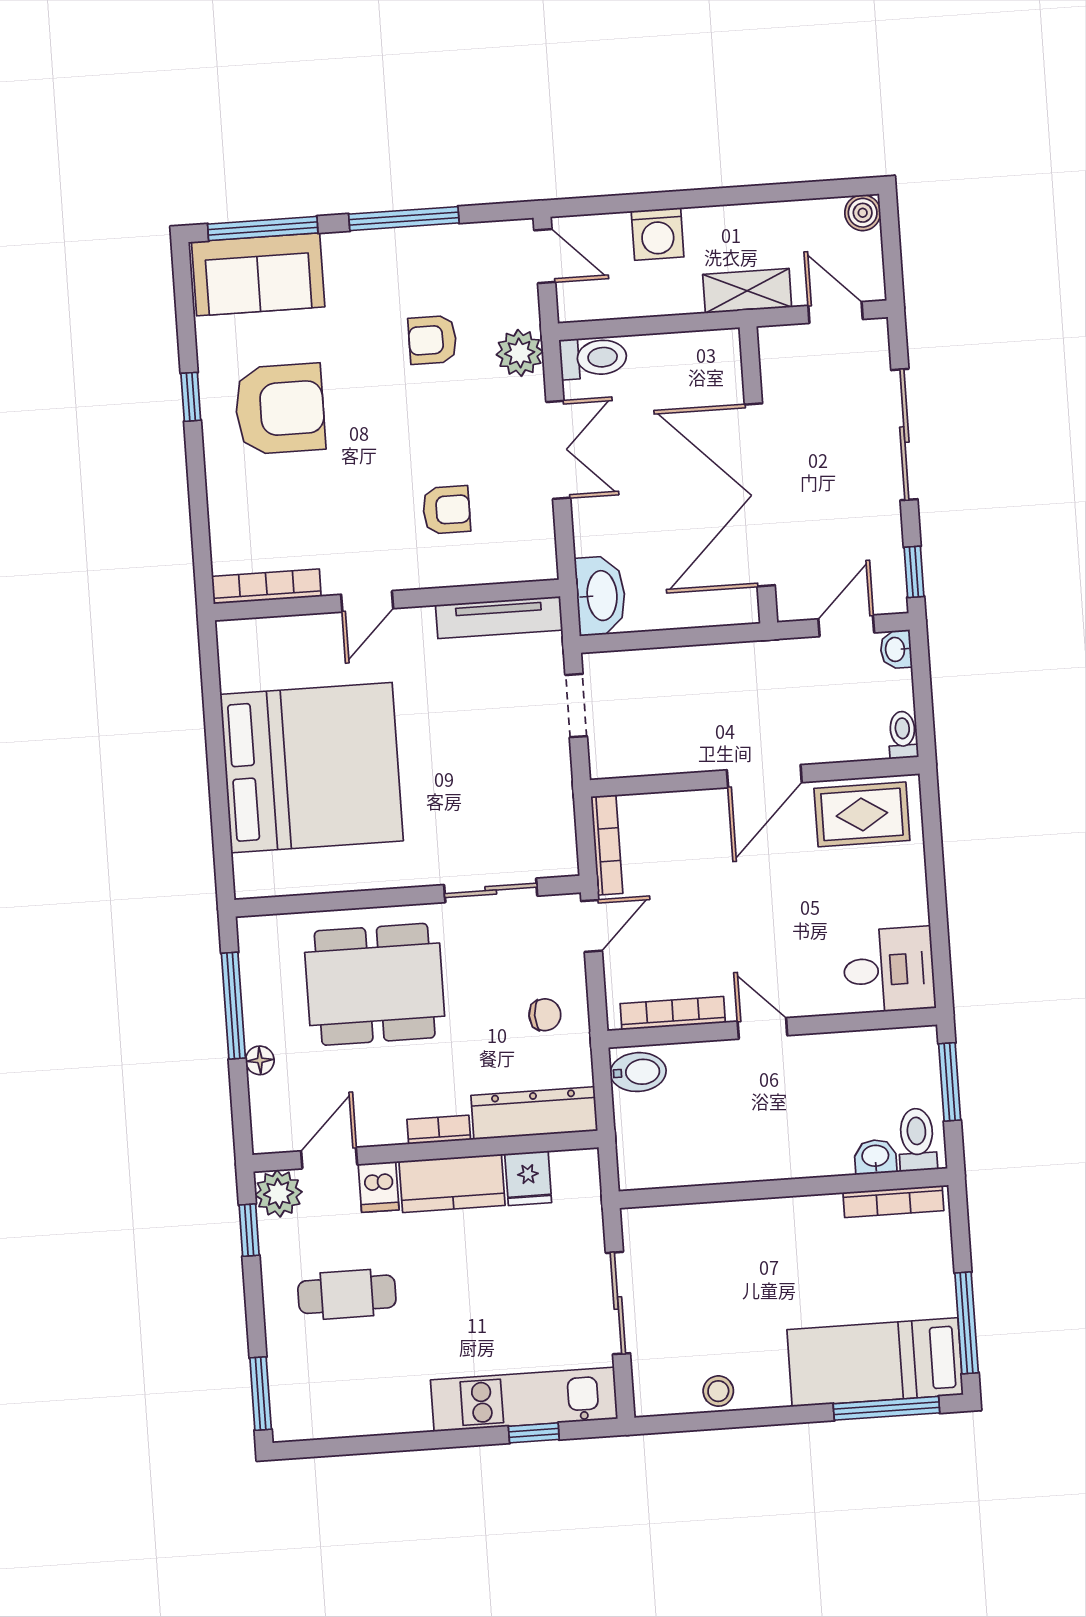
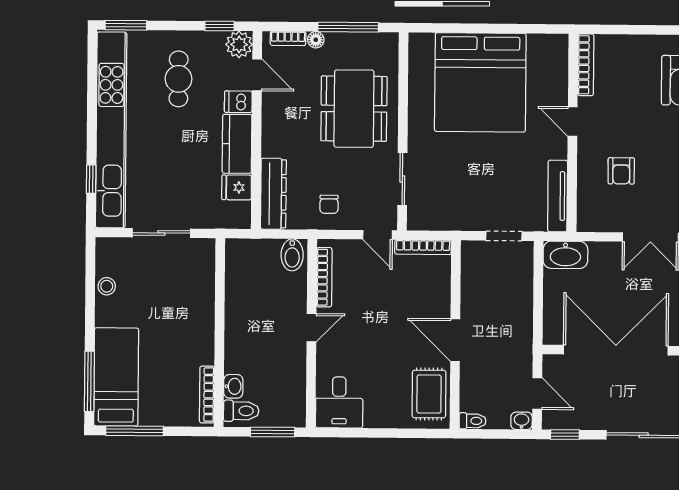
bookcase: (439, 1130) -> (288, 38), moved, turned 90
kitchen unit: (524, 1399) -> (111, 130), width x1.86

